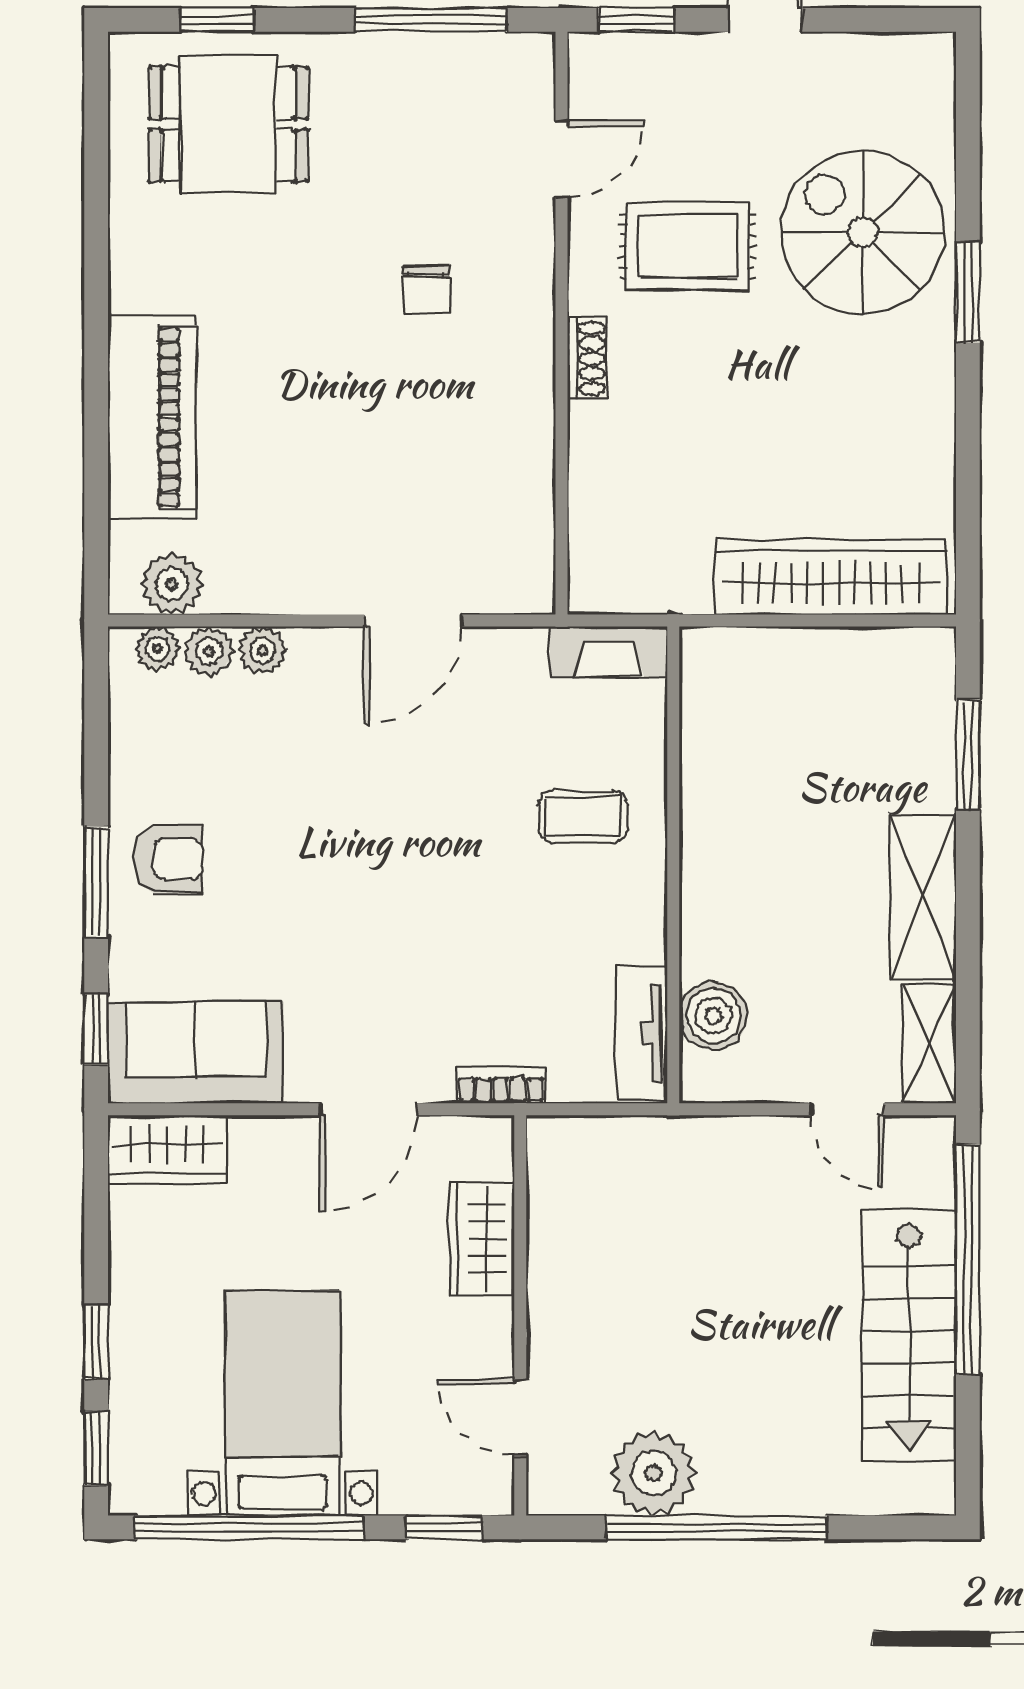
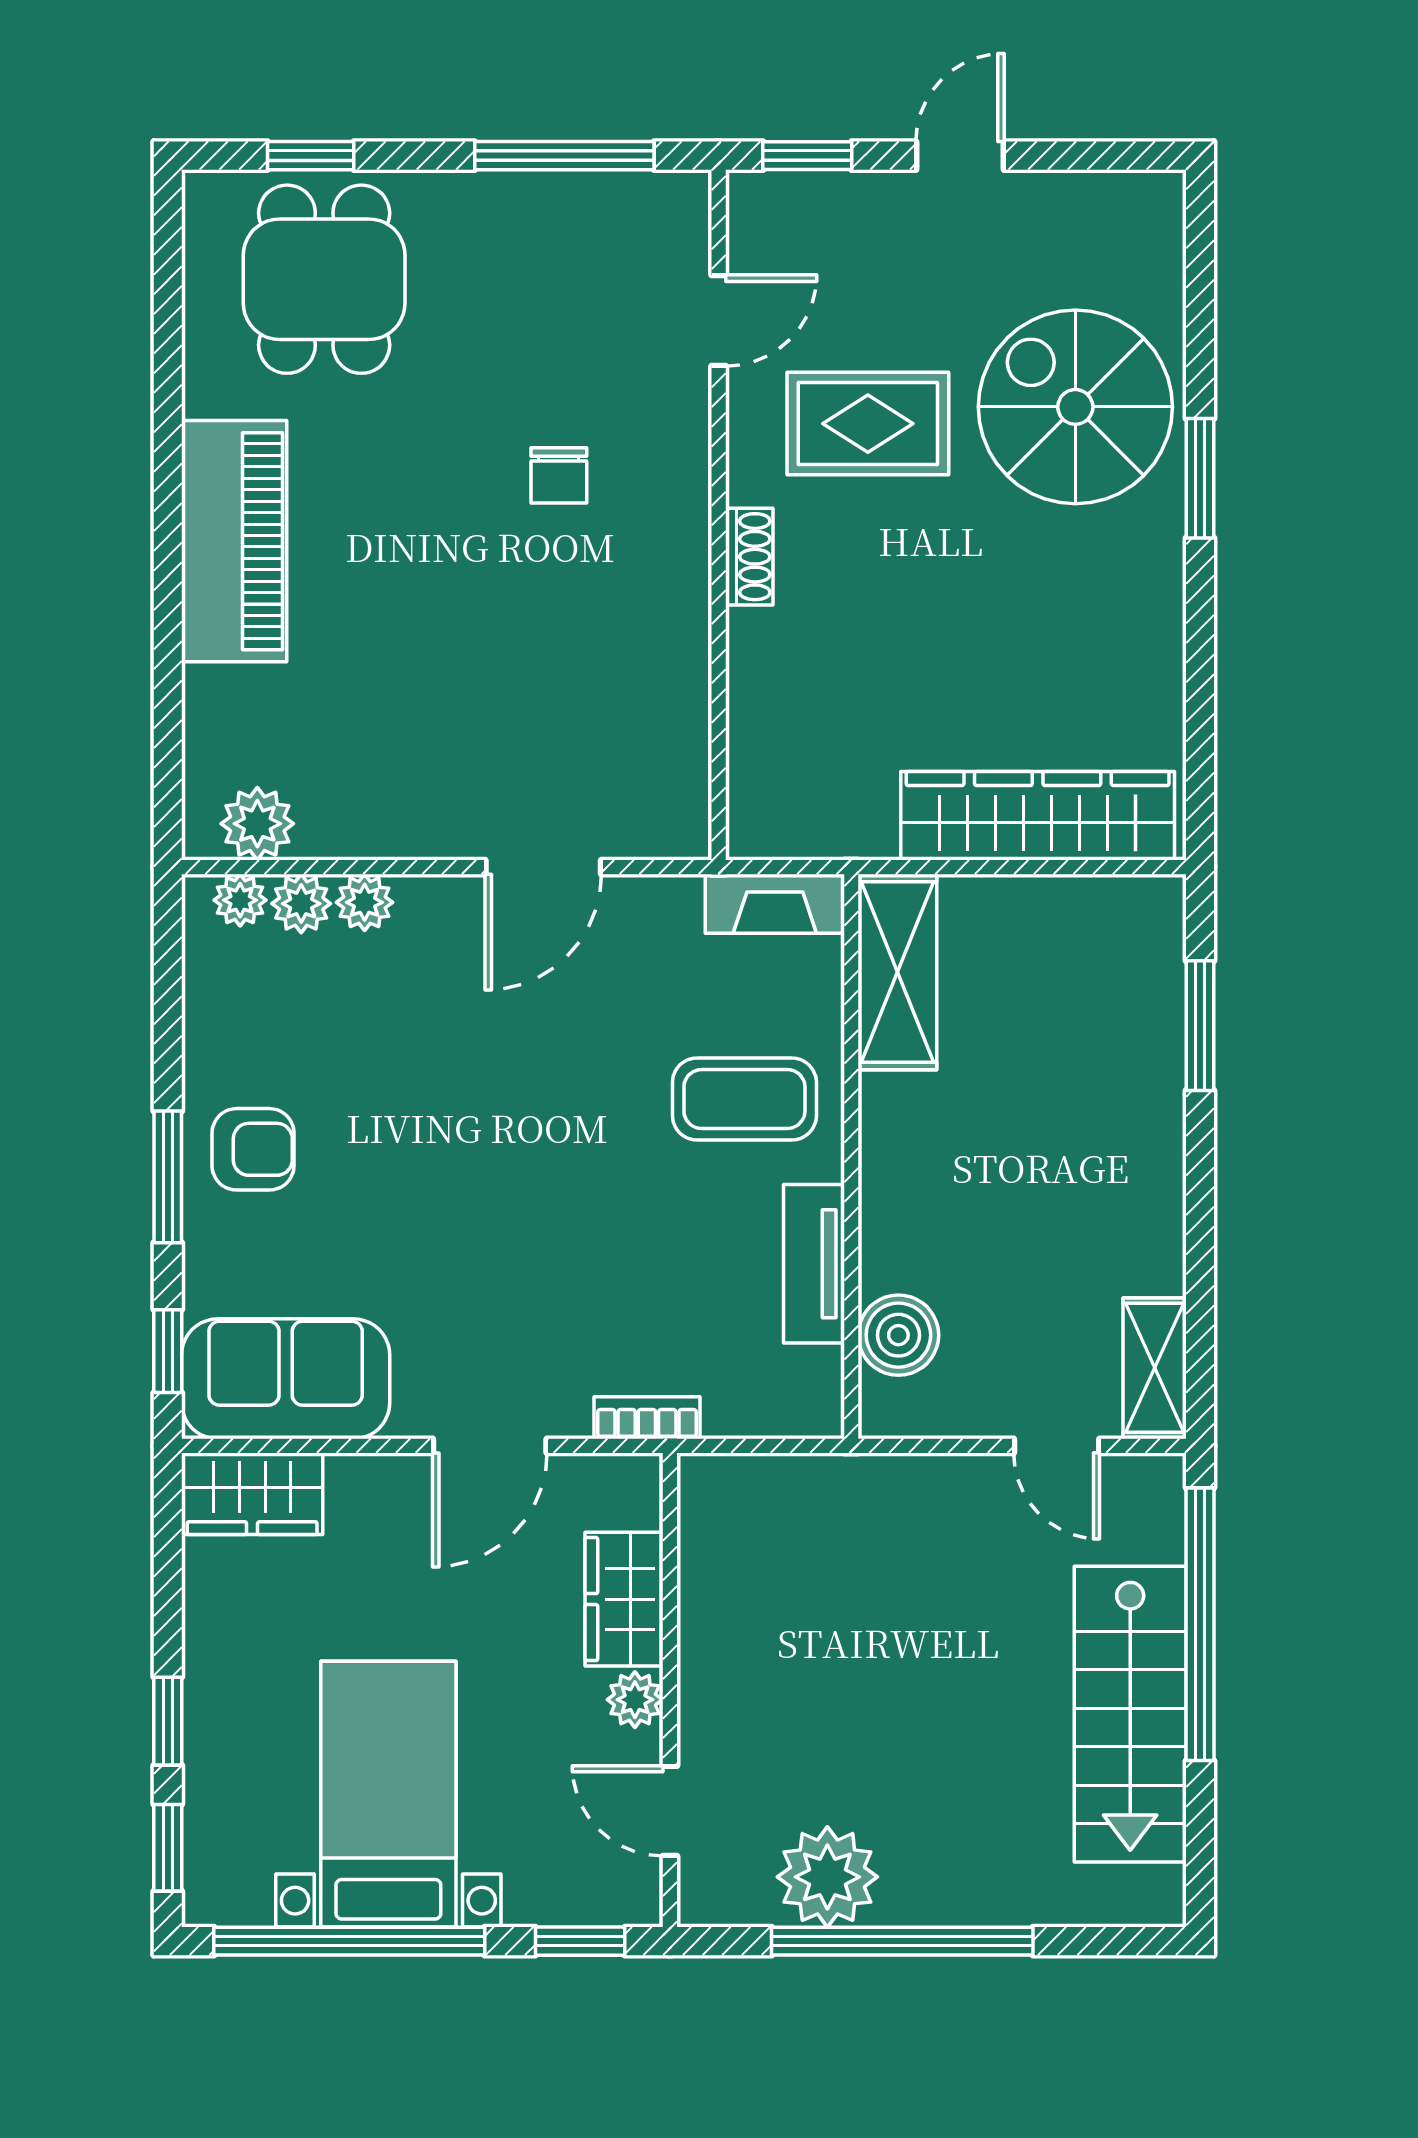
dining table: (228, 124) -> (324, 279), turned 90
piano: (152, 417) -> (234, 541), moved
coffee table: (583, 816) -> (744, 1099), width x1.36, depth x1.30
shelving: (923, 897) -> (897, 972), moved
tv unit: (642, 1033) -> (814, 1264), moved
plant: (491, 1324) -> (635, 1700), added

